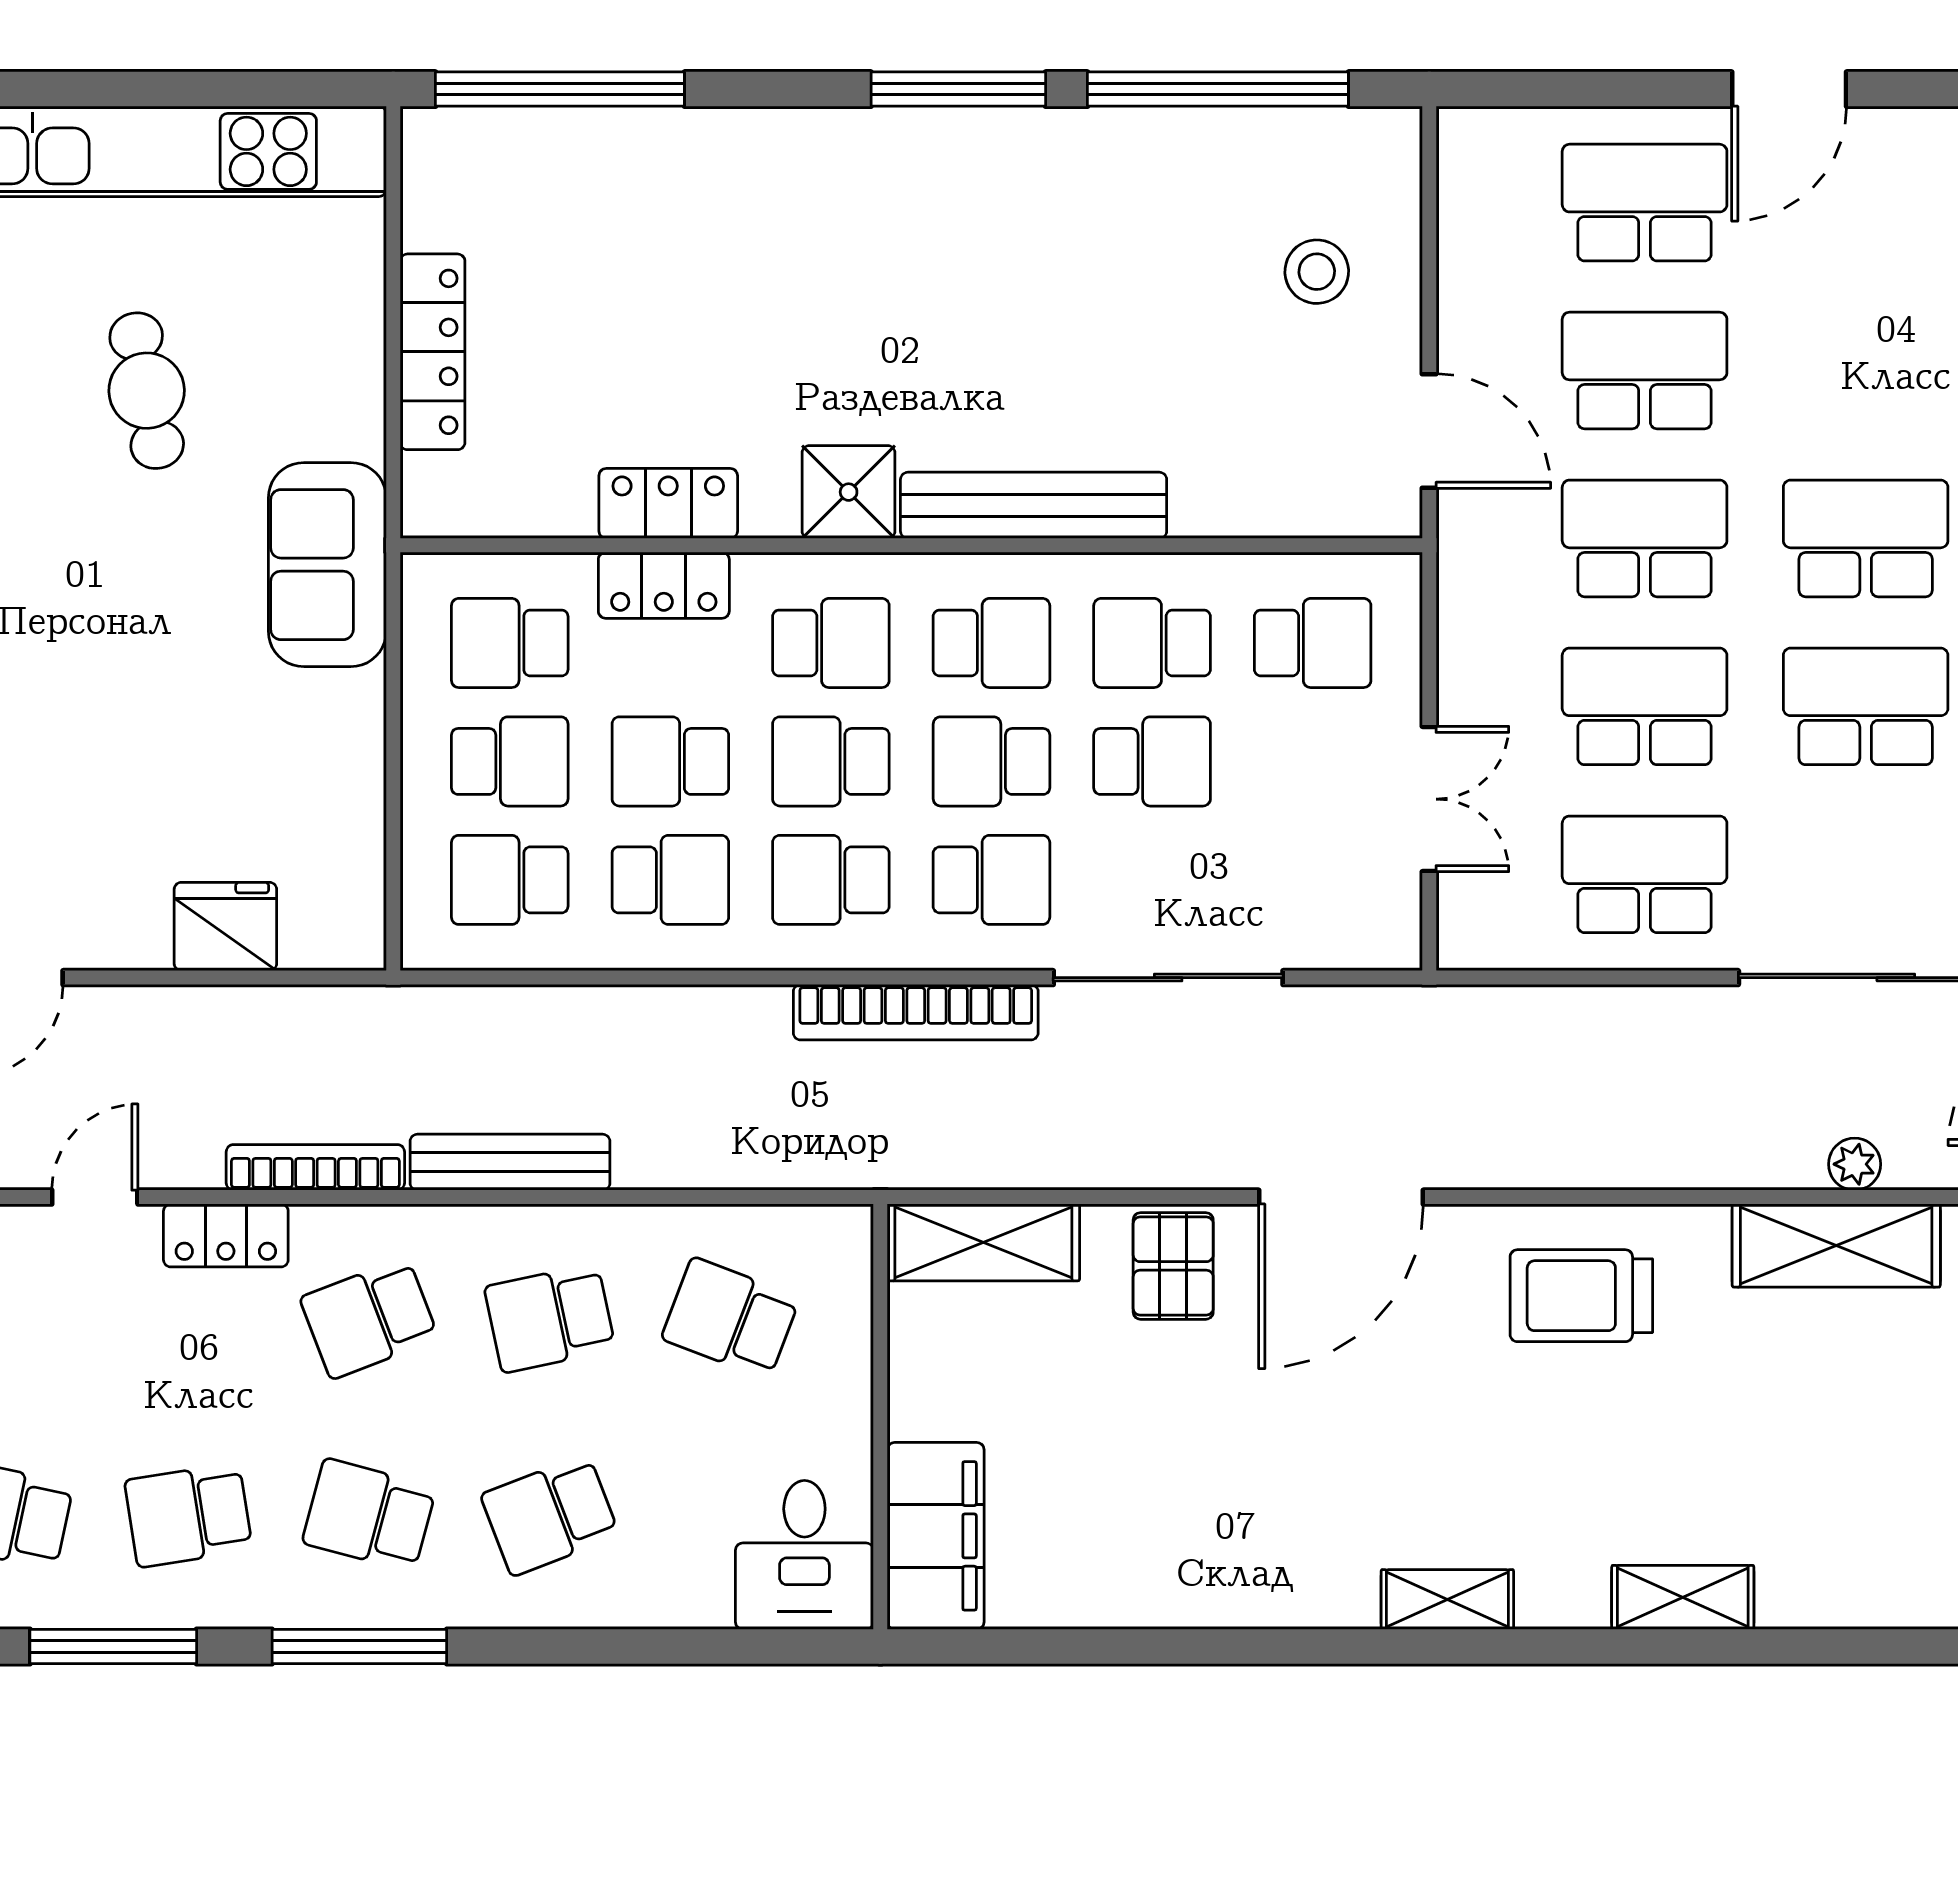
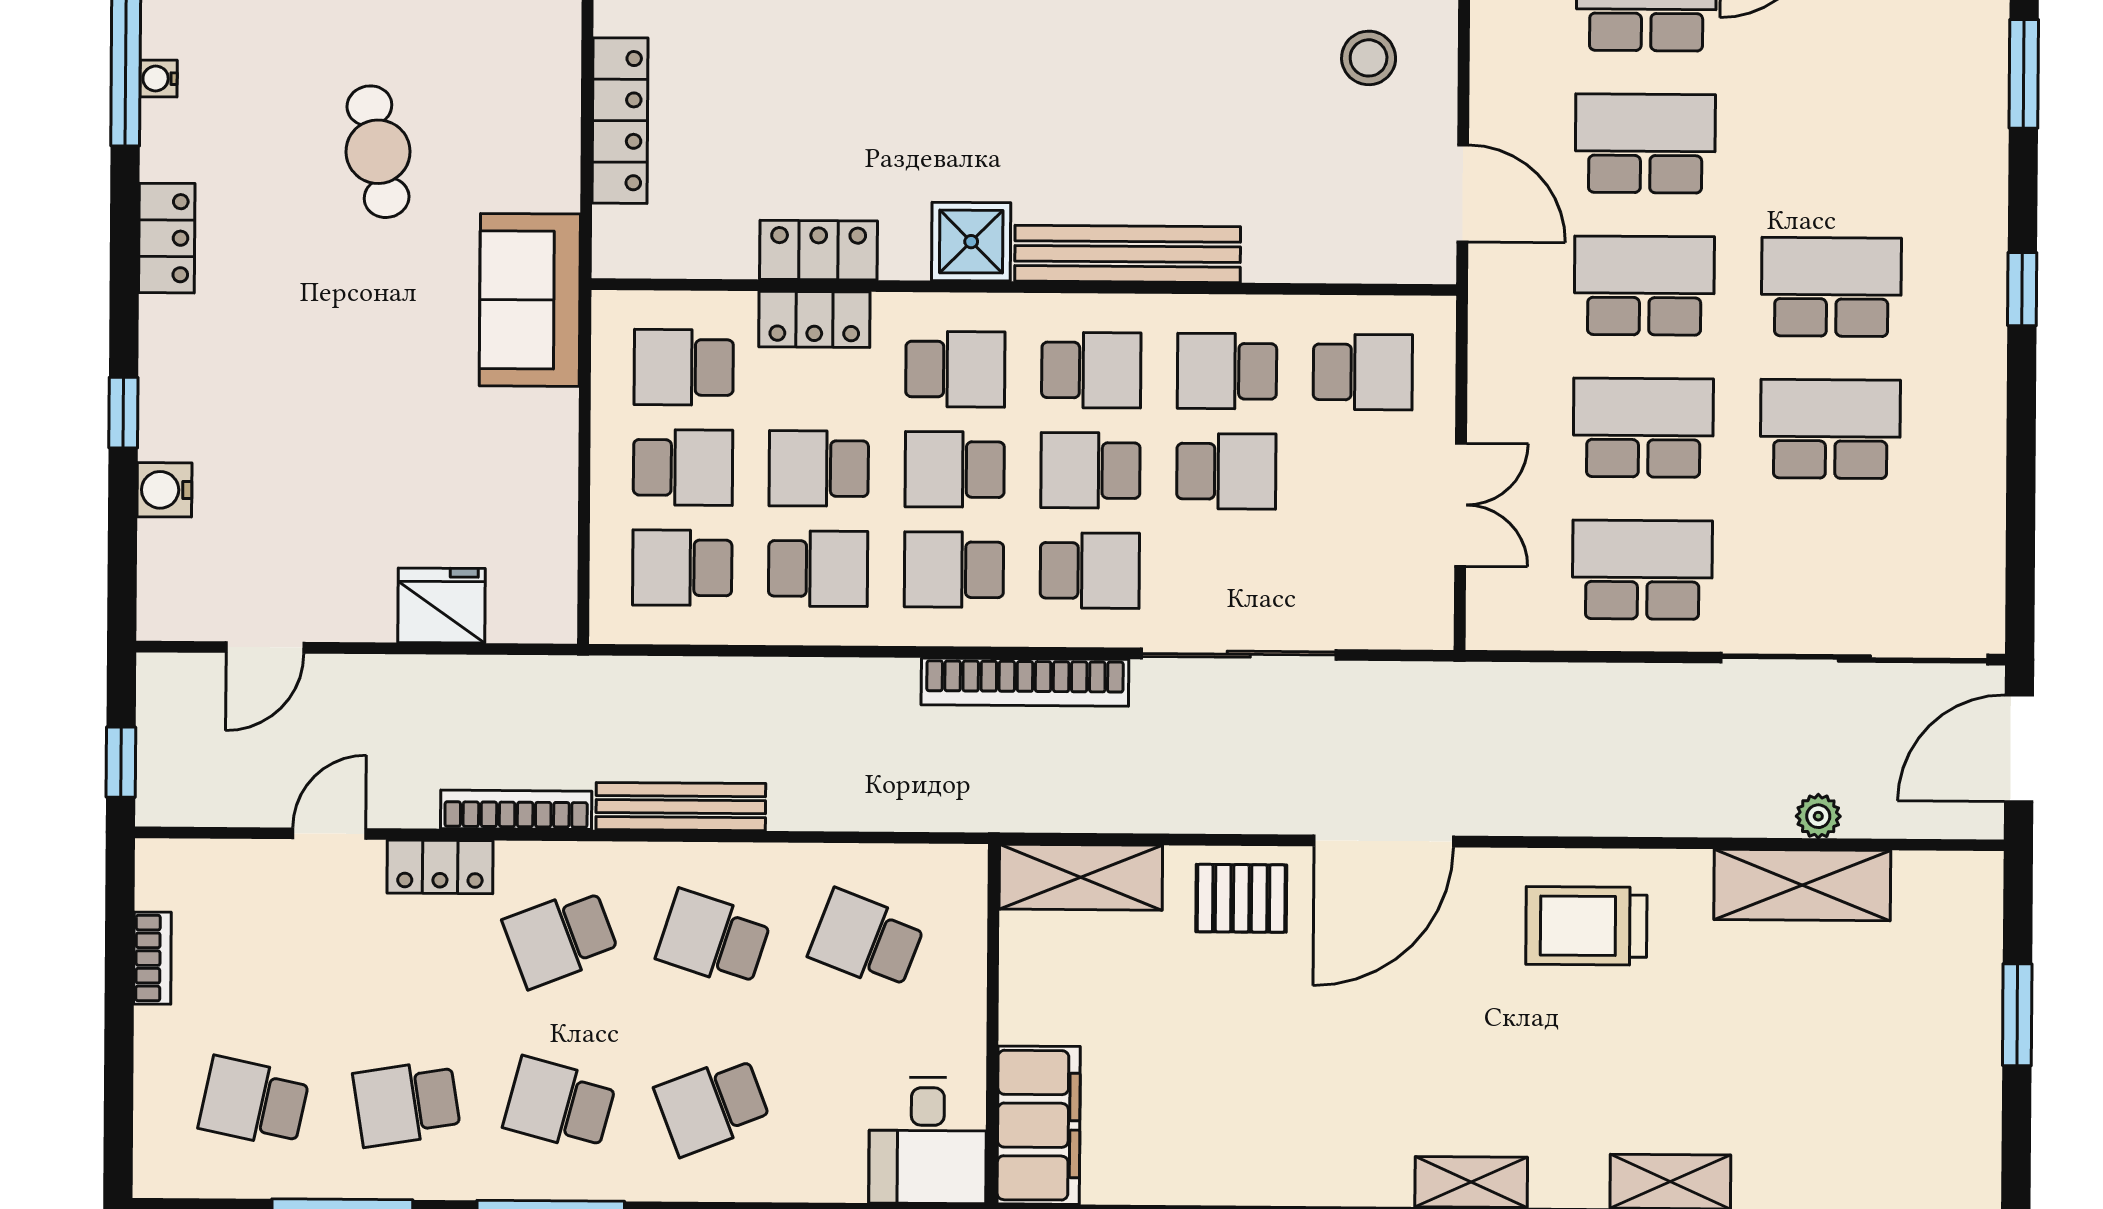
pallet: (1173, 1266) -> (1241, 898), turned 90
school desk: (550, 1318) -> (714, 939), turned 30

